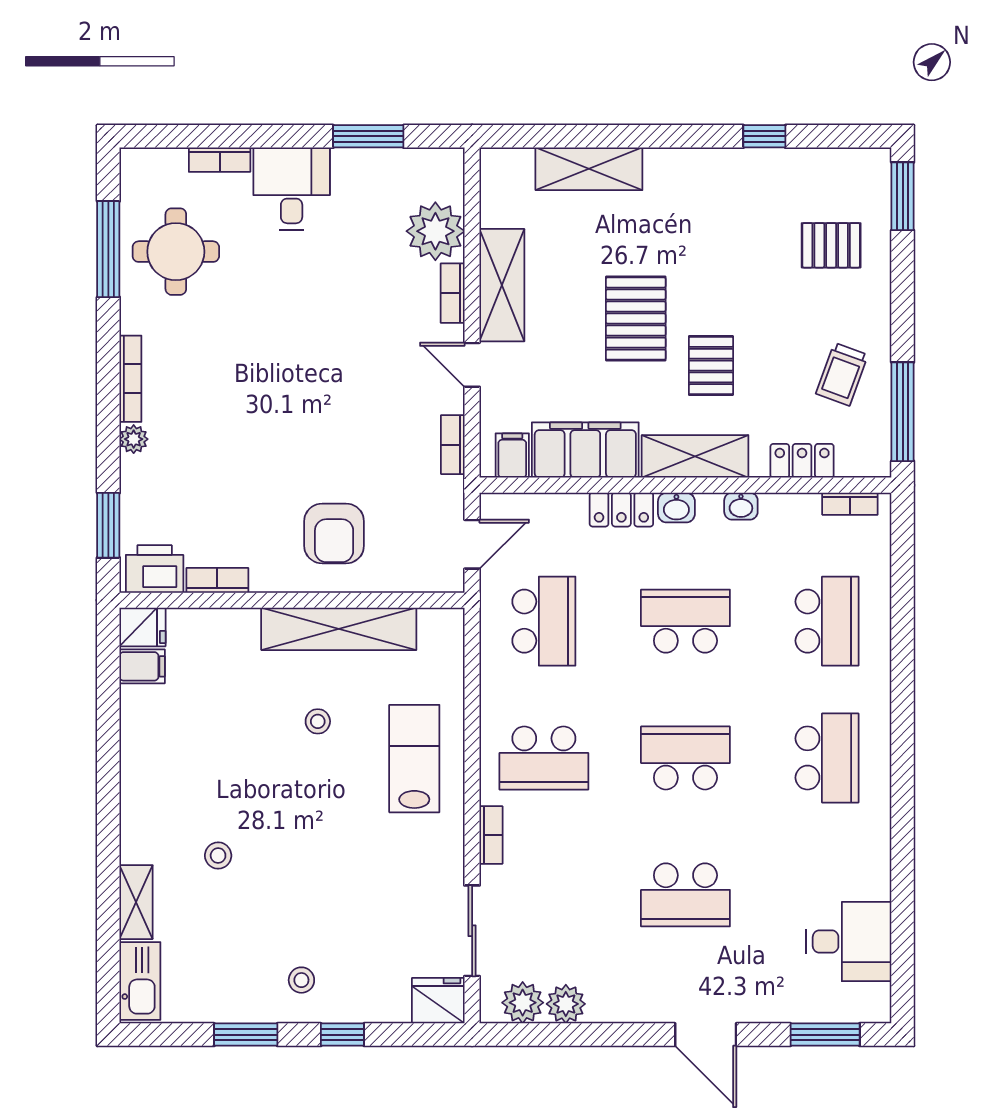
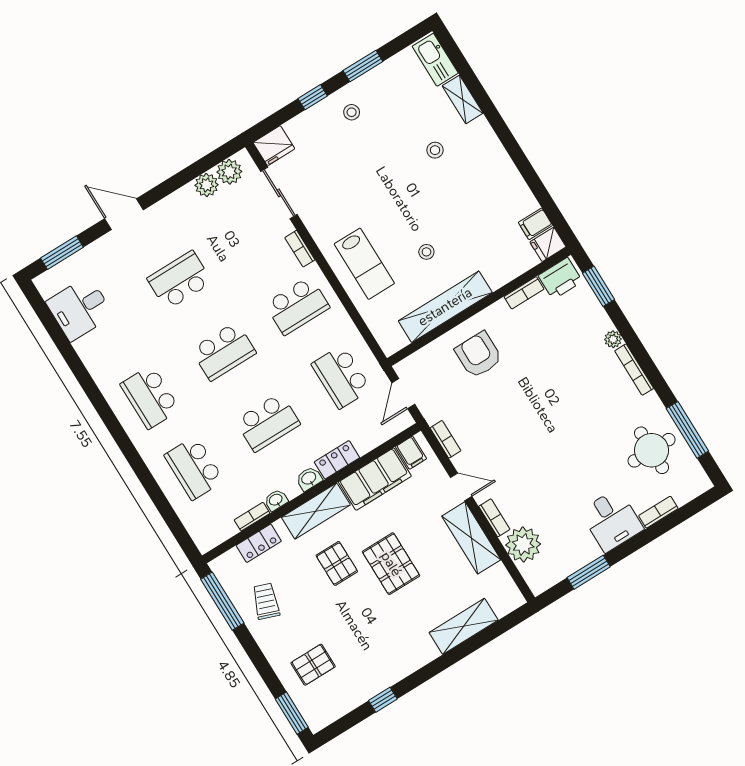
bookcase: (850, 504) -> (252, 517), moved
school desk: (544, 758) -> (297, 306), turned 180

